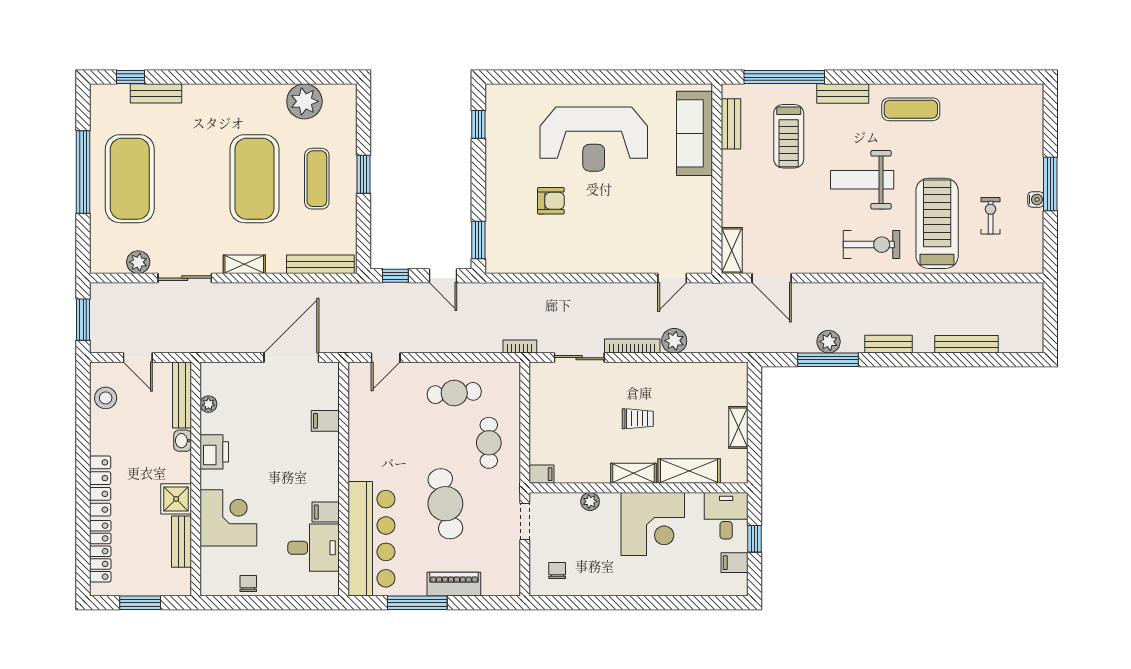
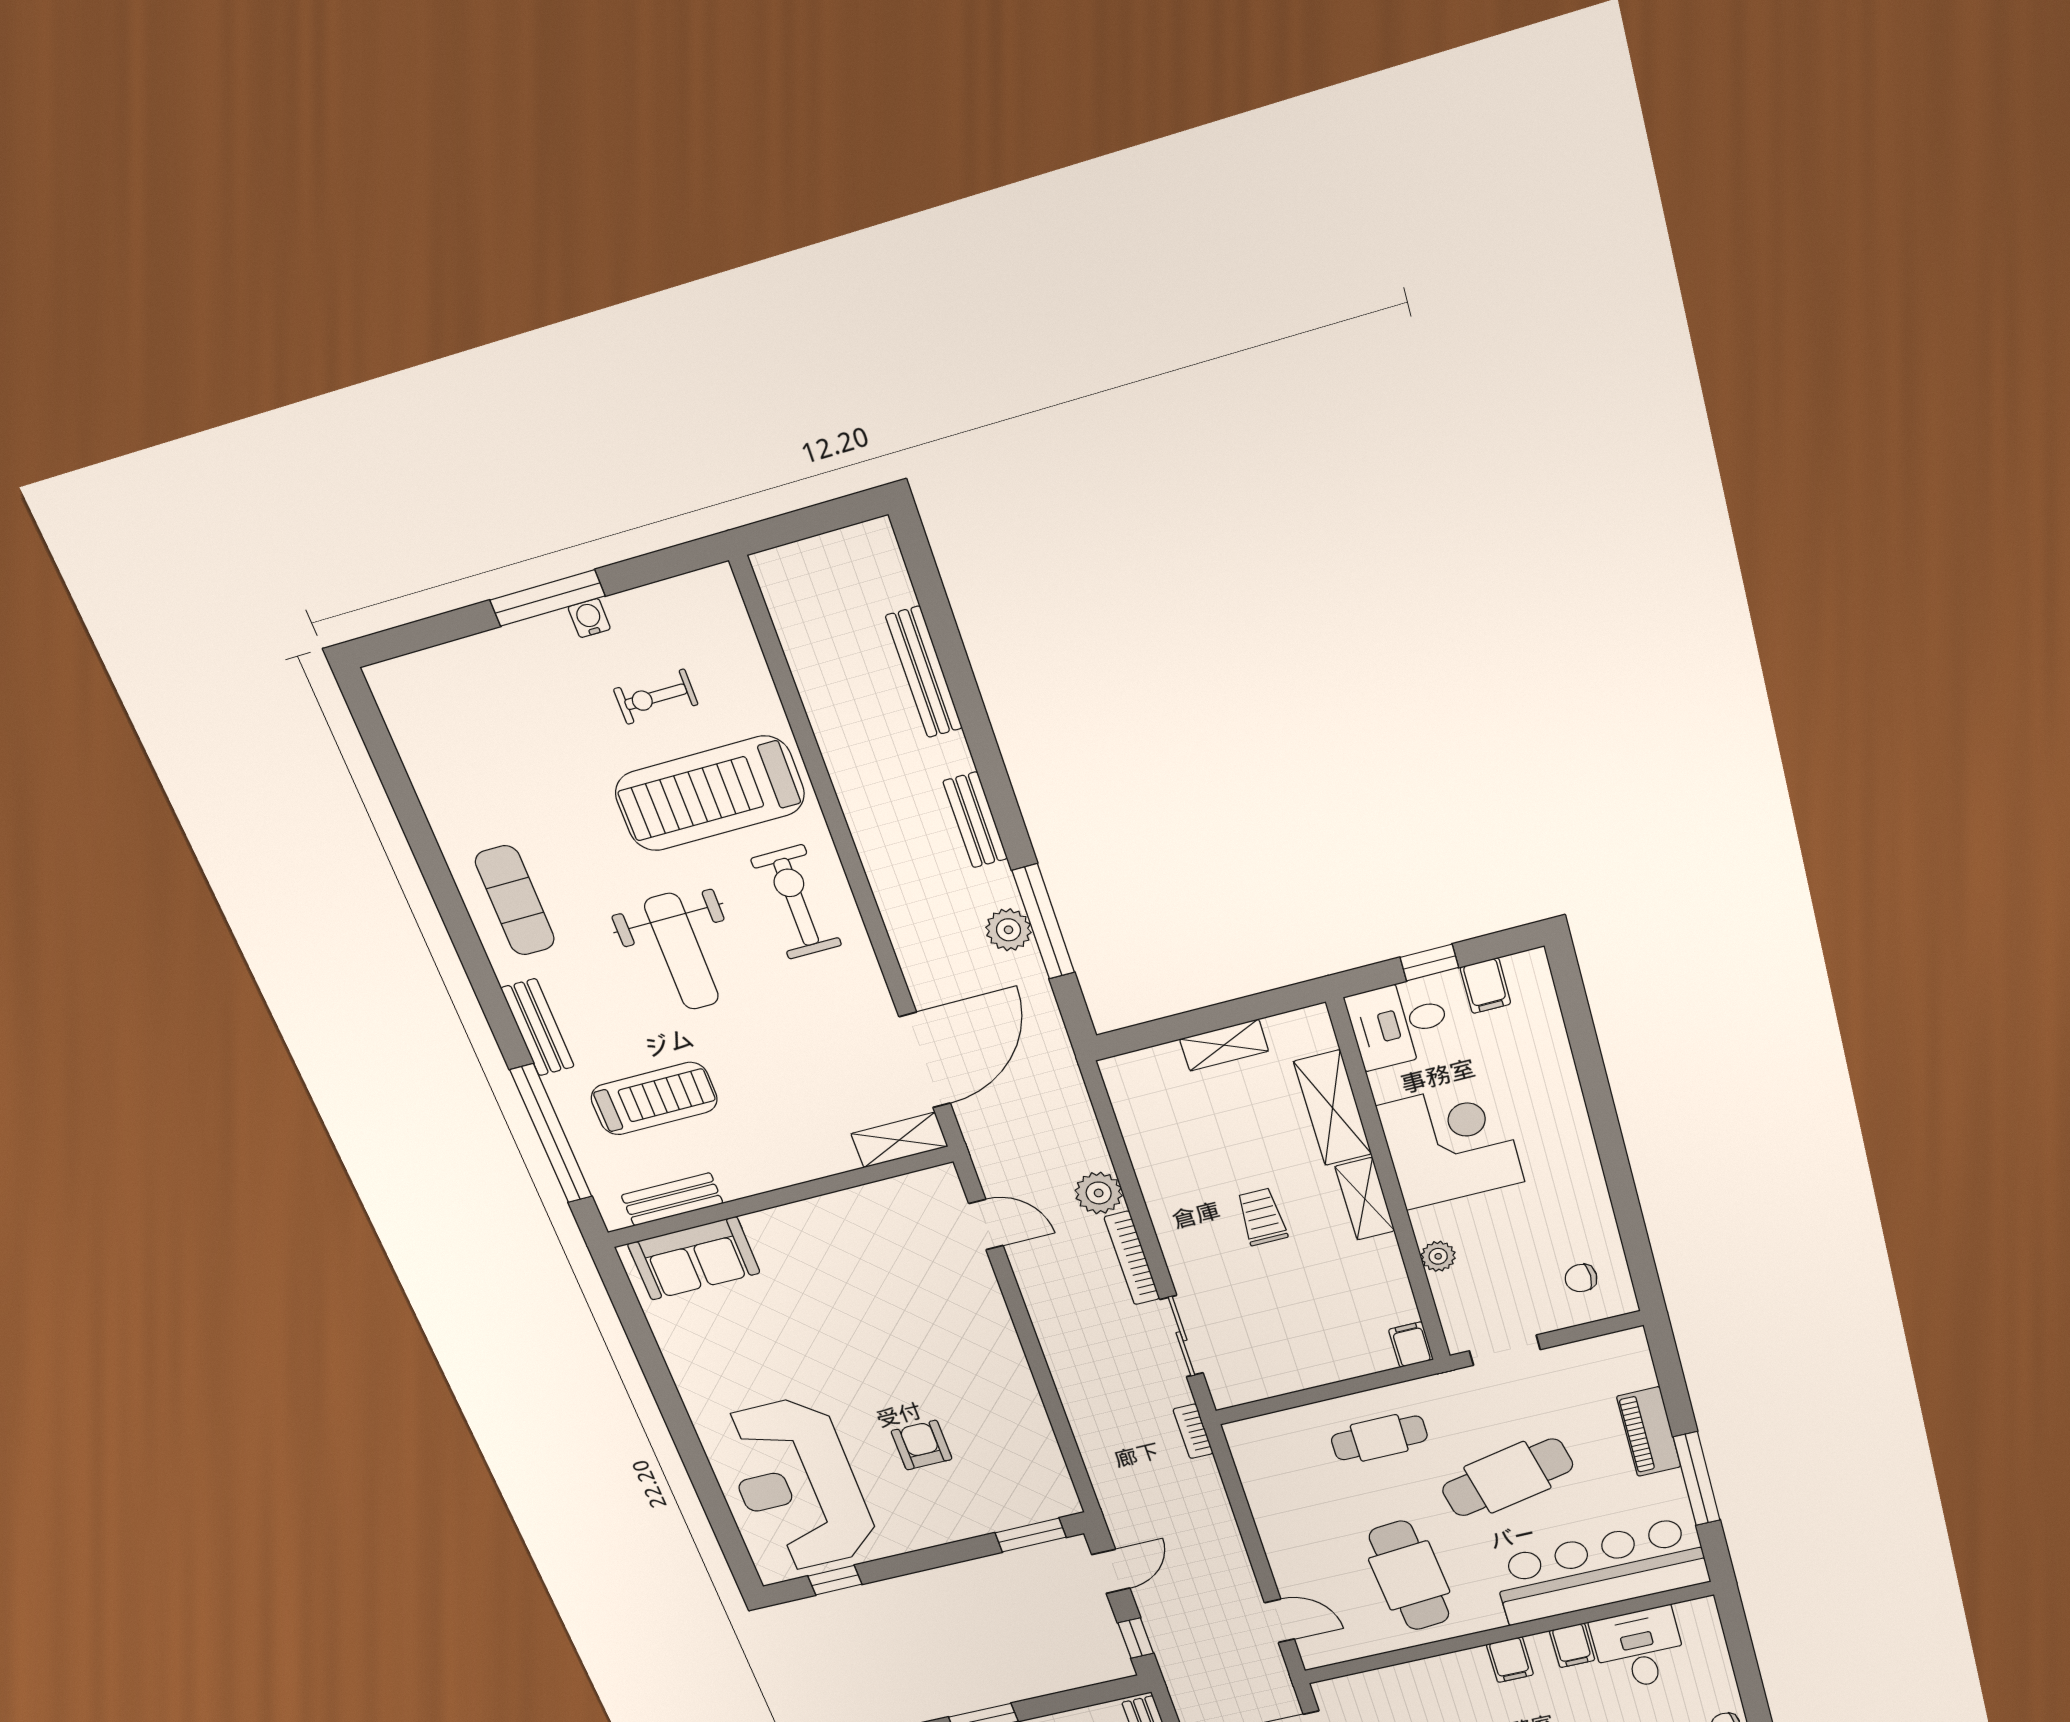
sofa: (694, 133) -> (694, 1258), width x0.73
reception desk: (594, 139) -> (797, 1485), moved, turned 180
door: (772, 278) -> (925, 1060), width x1.36
cafe table: (454, 393) -> (1409, 1576), moved, width x1.37, depth x1.35
filing cabinet: (325, 421) -> (1510, 1660), moved

